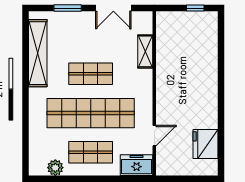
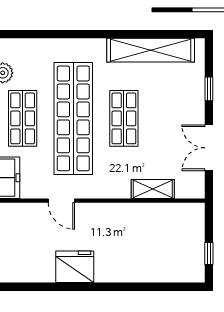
window: (68, 8) -> (209, 89), width x0.67
door: (154, 136) -> (61, 201), moved
fridge: (206, 144) -> (75, 267), moved

